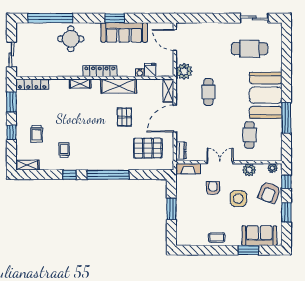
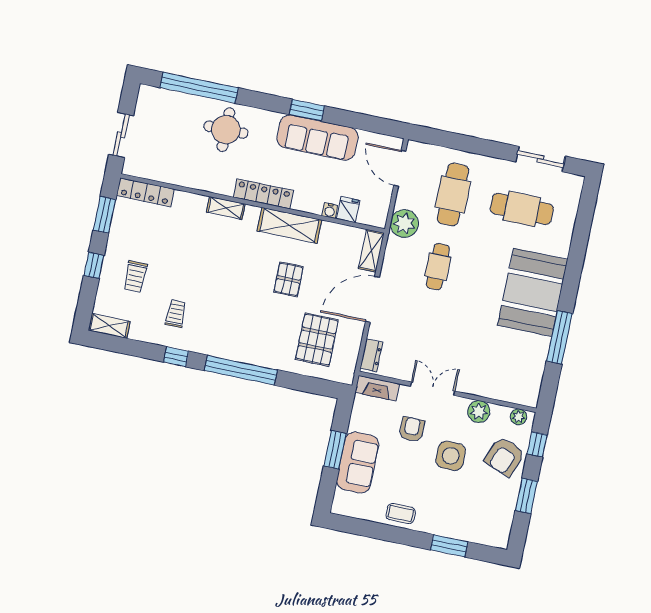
cafe table: (249, 135) -> (453, 194), moved, width x1.37, depth x1.35
pallet: (148, 148) -> (317, 340), turned 90
sofa: (259, 236) -> (358, 462), moved, turned 90

